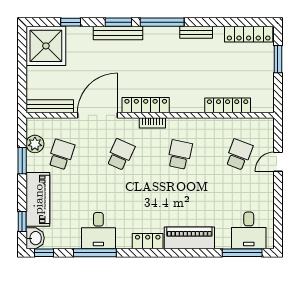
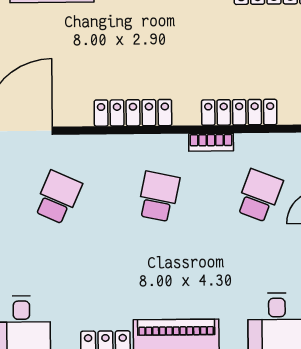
locker: (146, 105) -> (133, 113), moved
bookcase: (152, 123) -> (211, 142), moved

